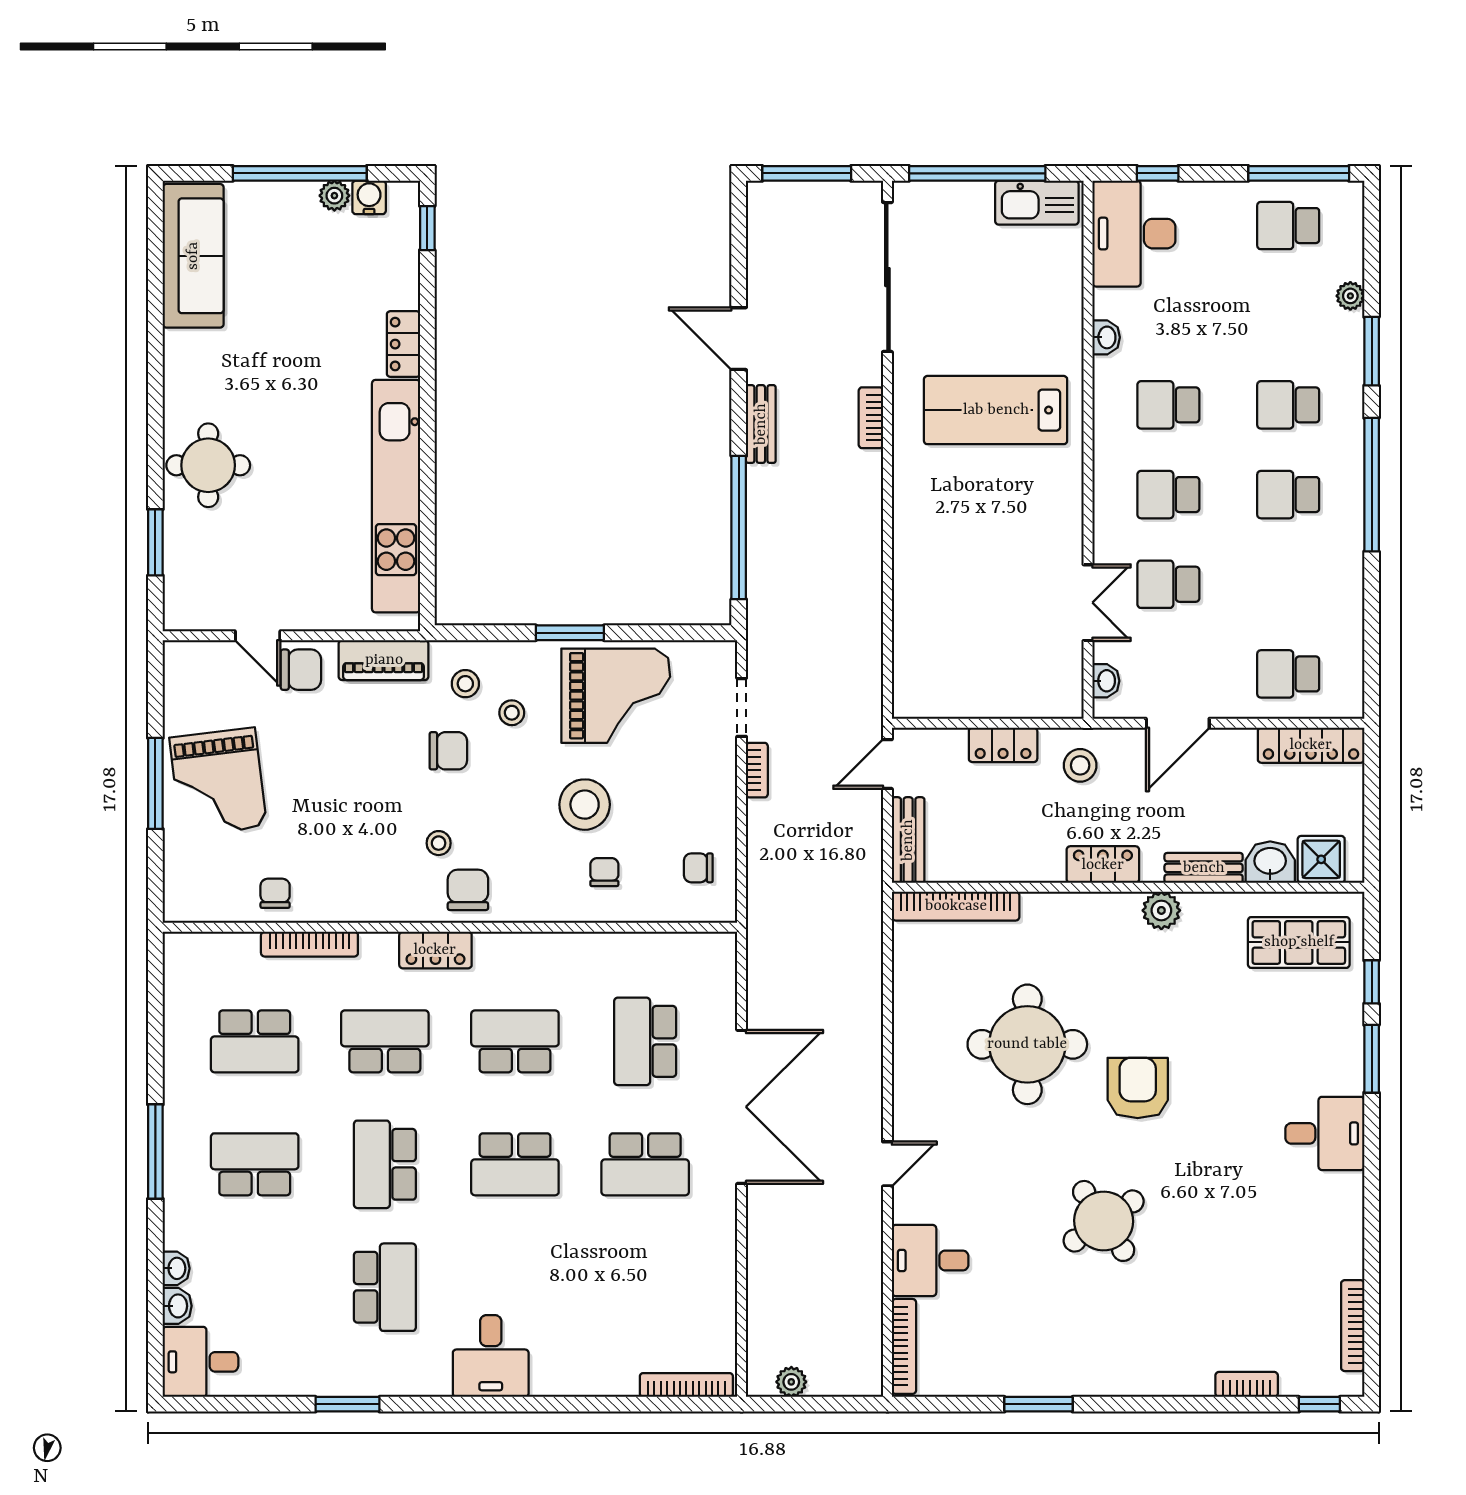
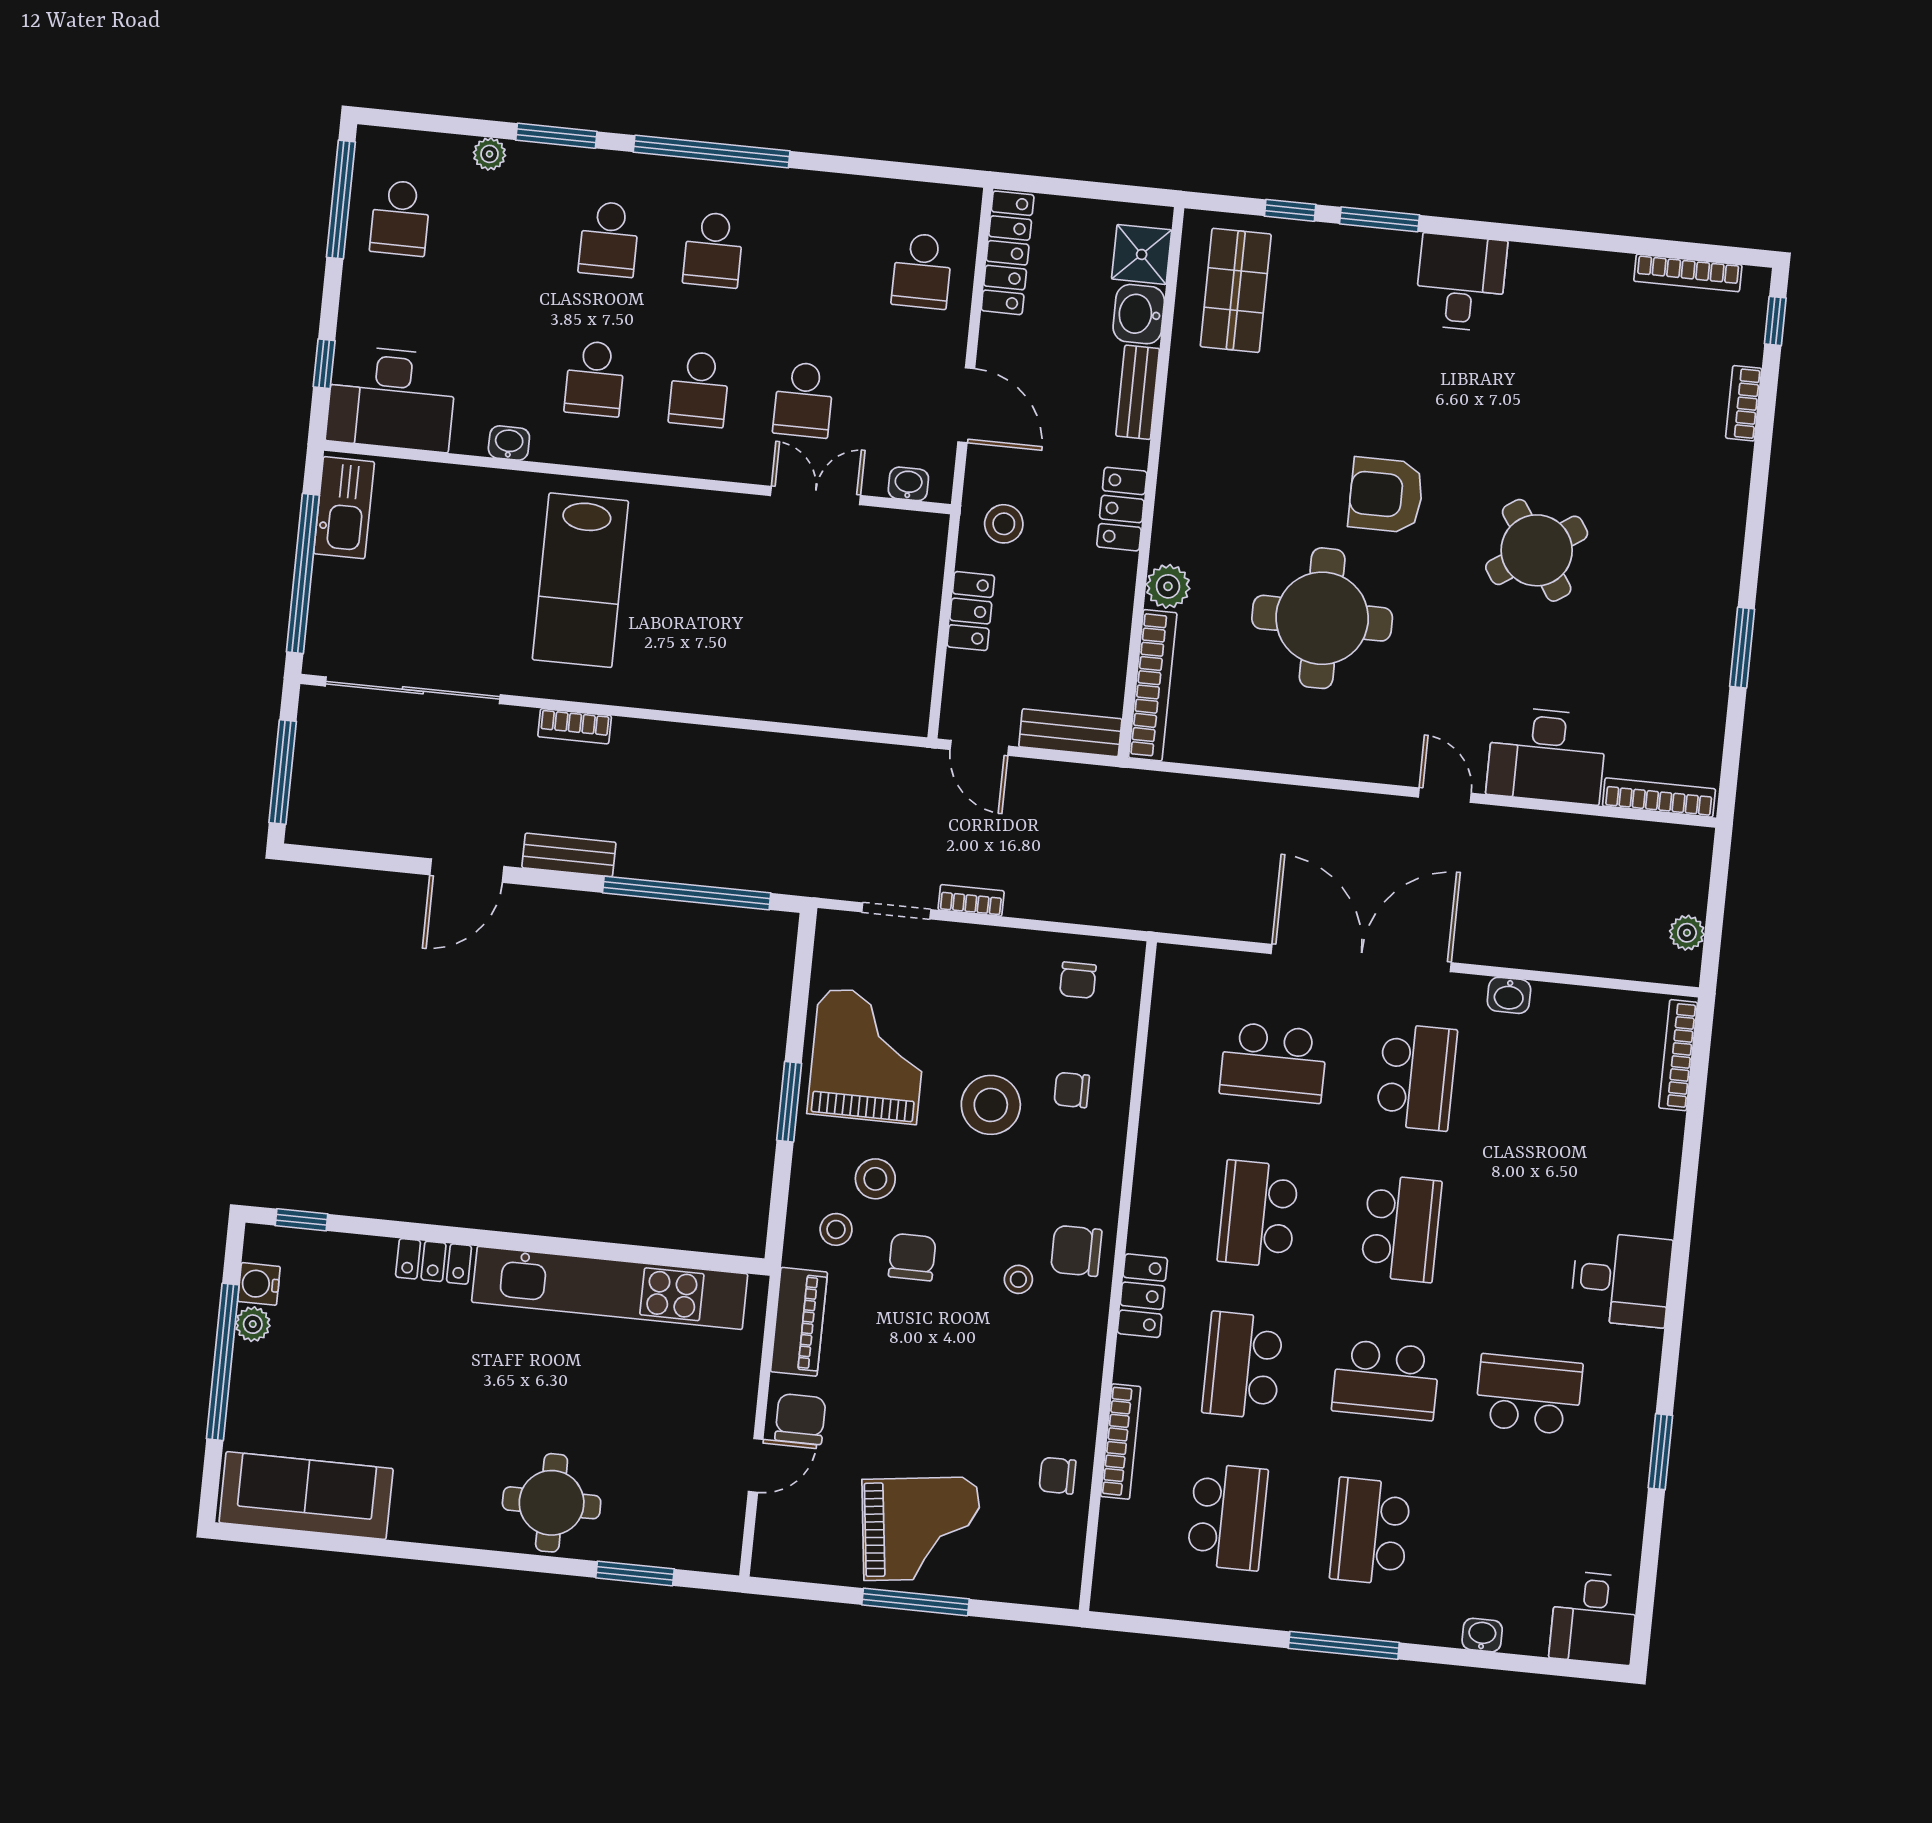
stool: (512, 713) -> (875, 1179), width x1.37, depth x1.37
plant: (1161, 910) -> (1168, 586), moved
desk: (930, 1260) -> (1547, 755), width x1.37
washbasin: (177, 1306) -> (1509, 995), moved, turned 180

